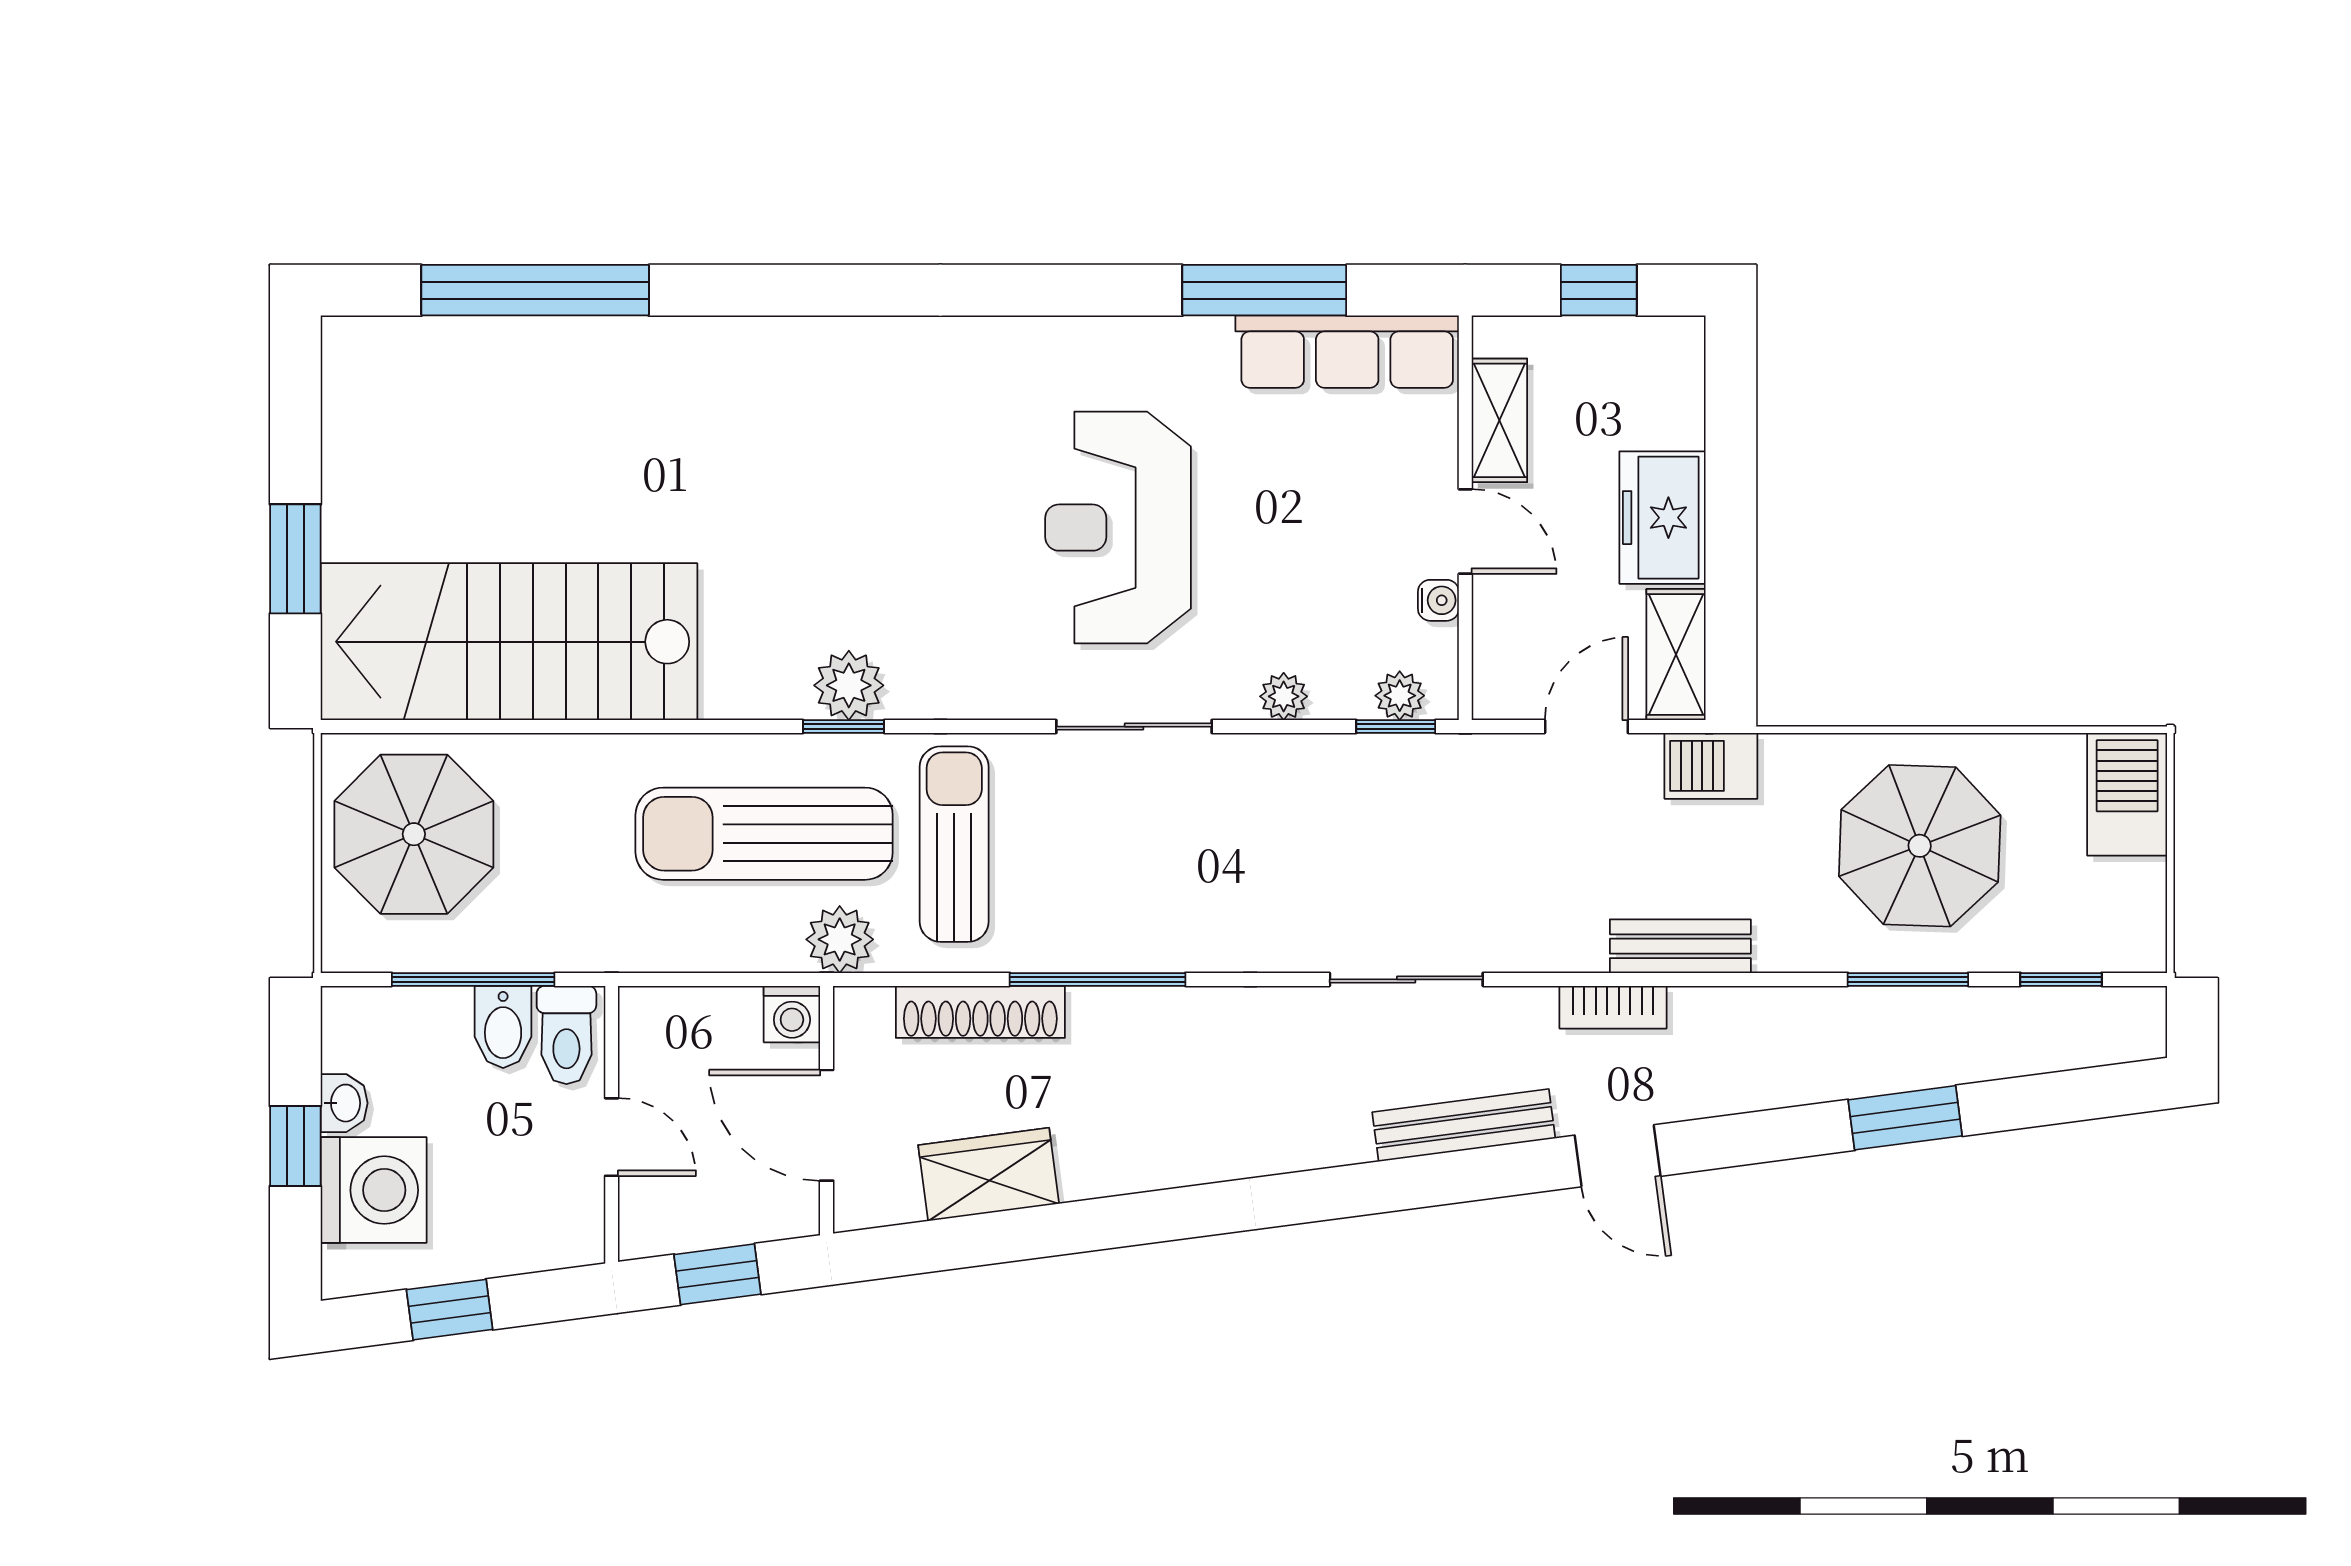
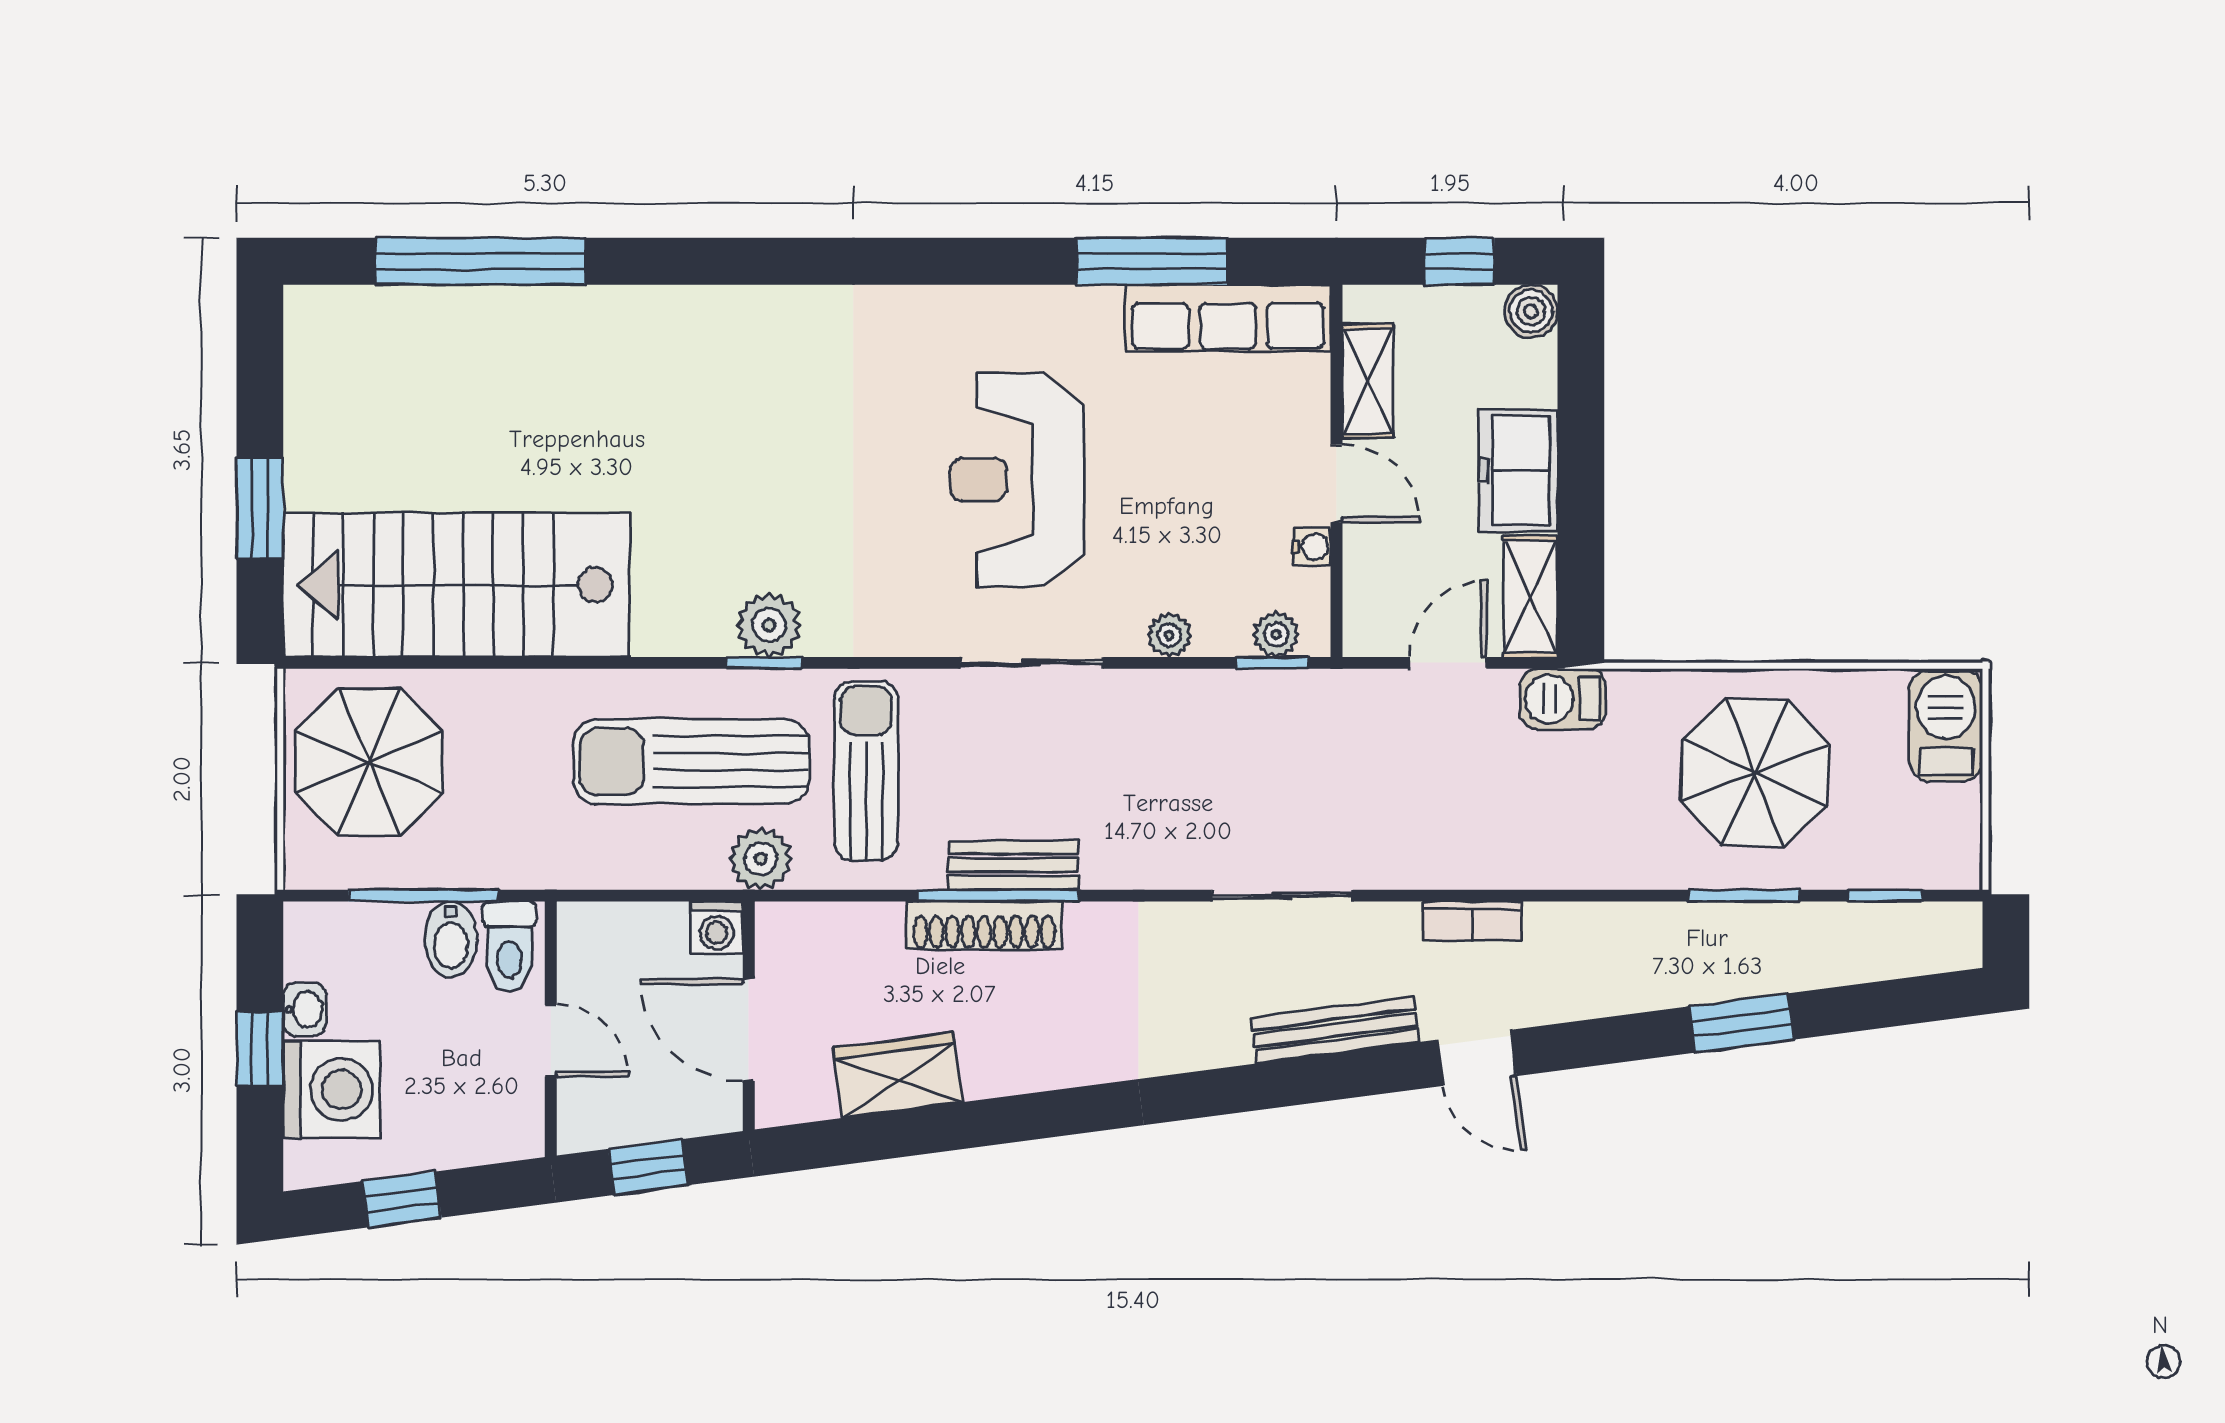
boiler: (1677, 344) -> (1531, 311), added
bench: (1680, 946) -> (1013, 865), moved
shoe rack: (980, 1012) -> (984, 925), moved

